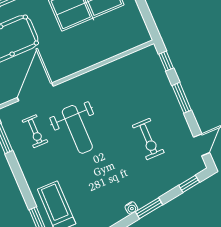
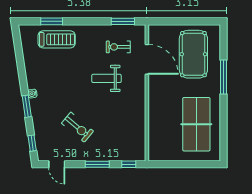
weight bench: (77, 129) -> (106, 78), width x0.73, depth x0.75
exercise bike: (148, 139) -> (77, 127), turned -140

